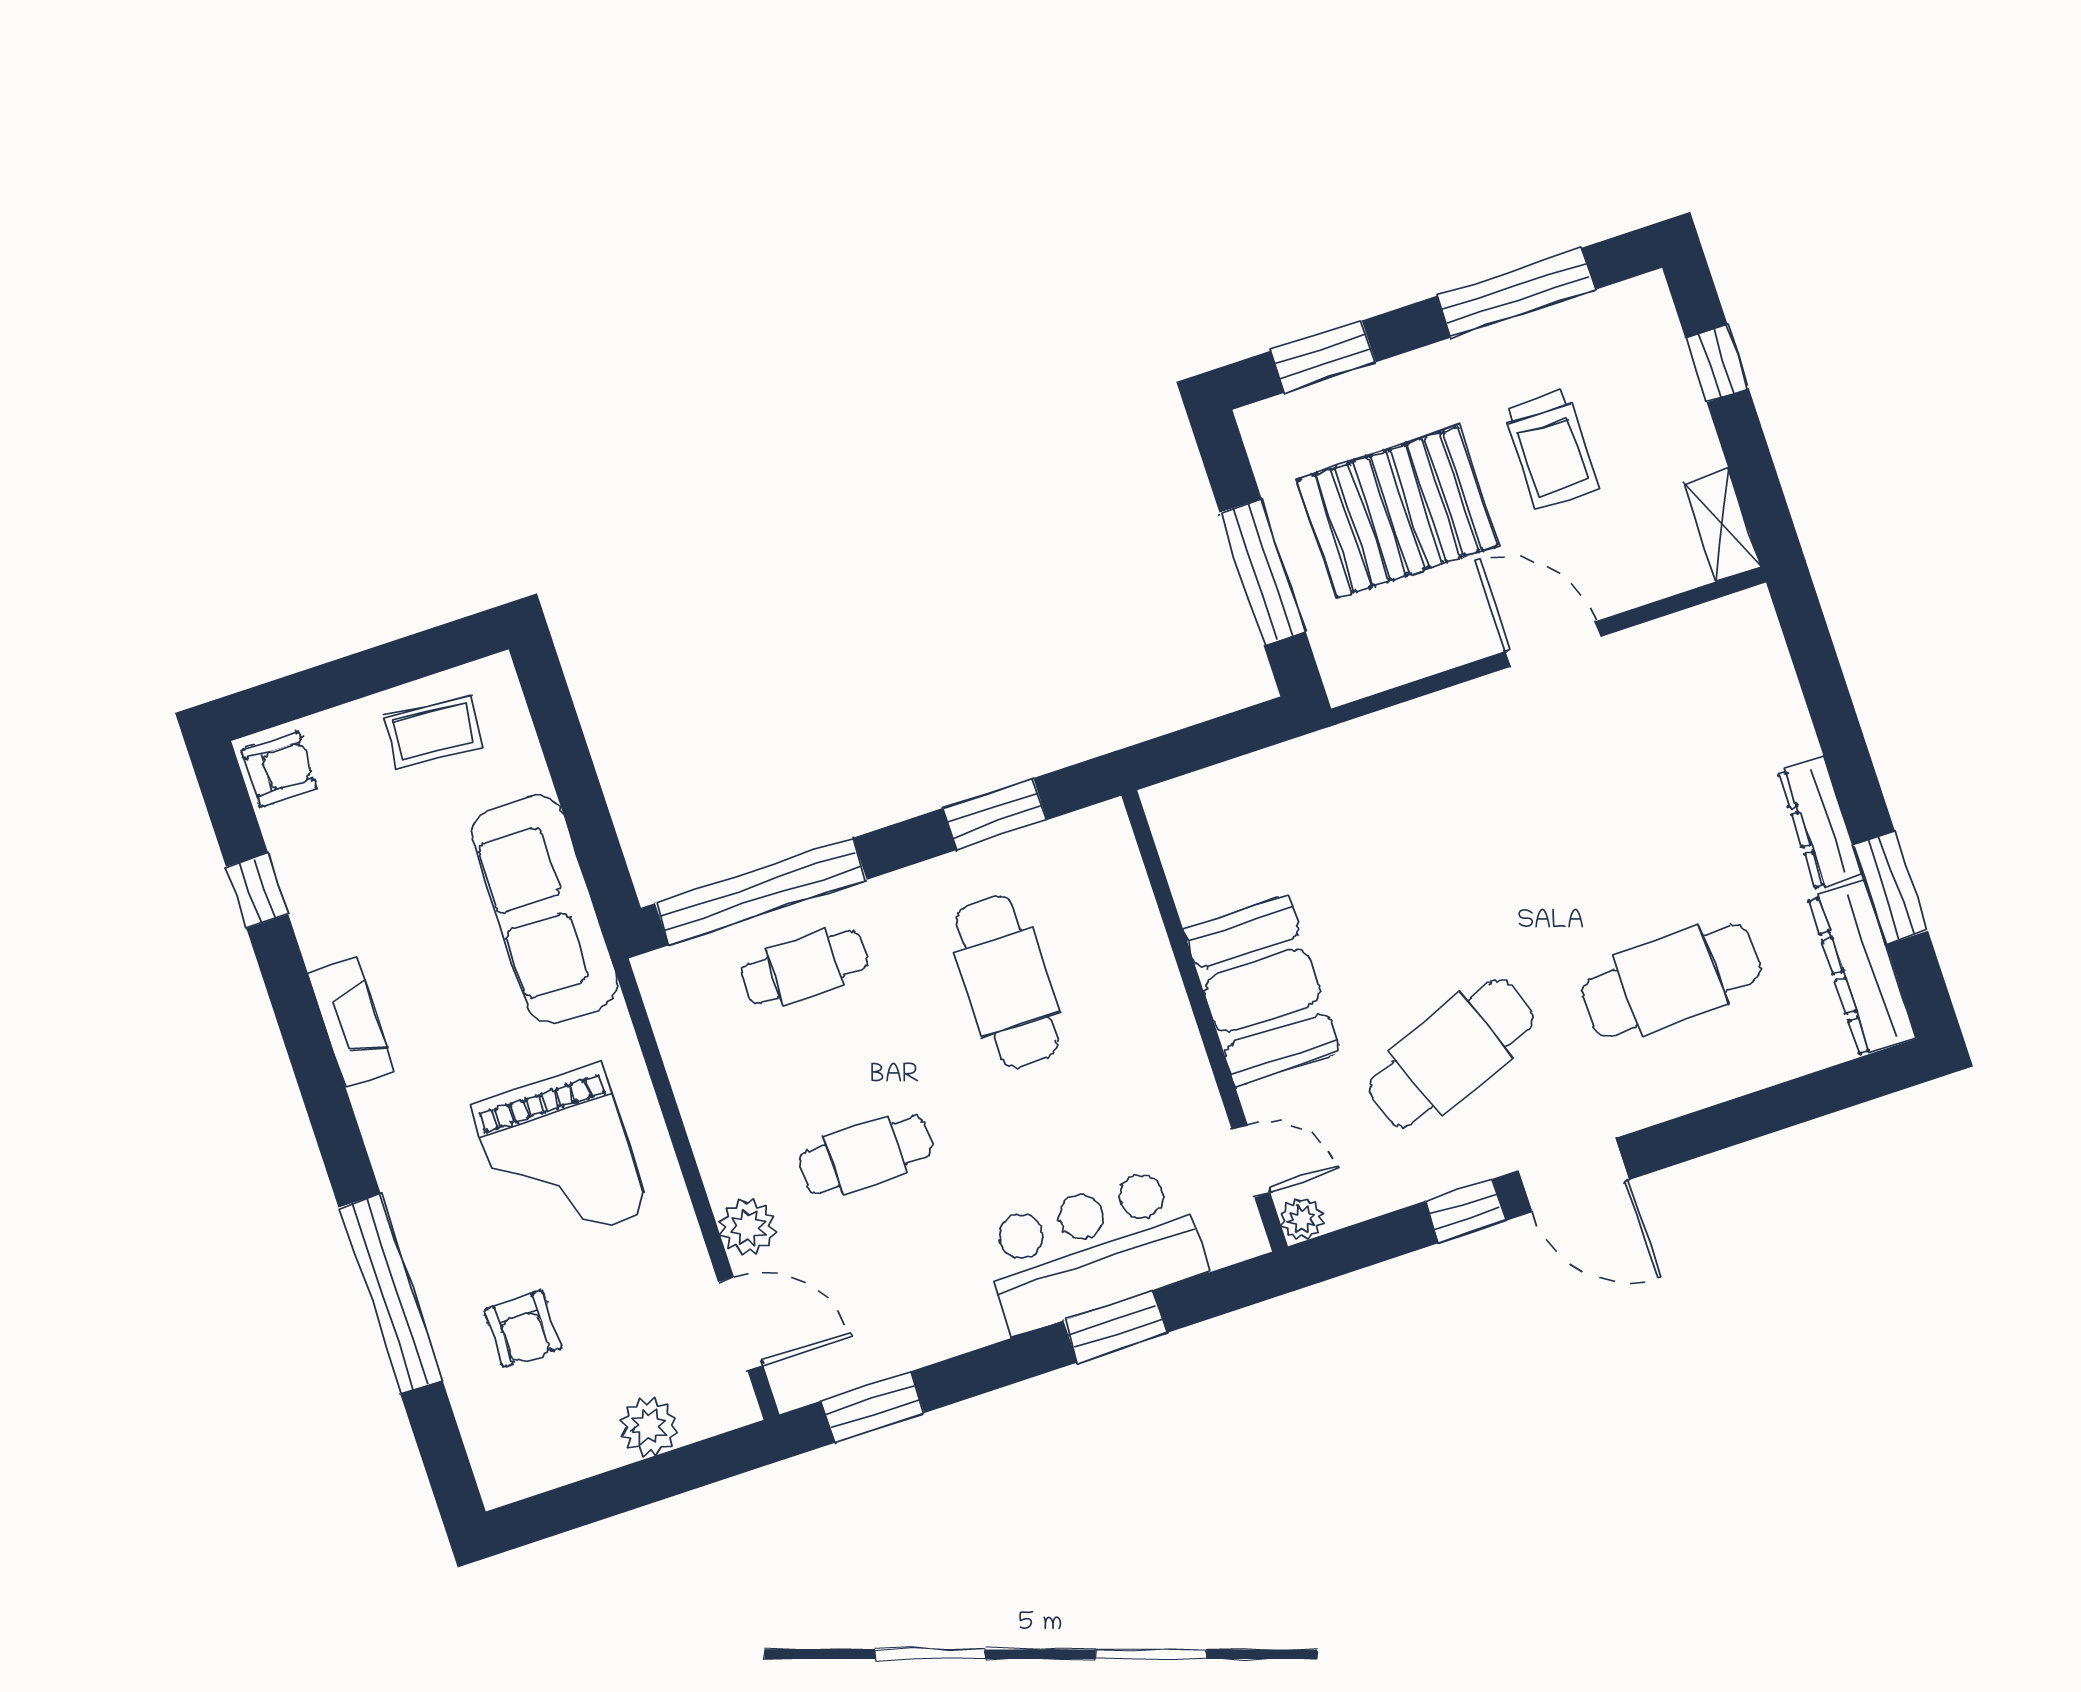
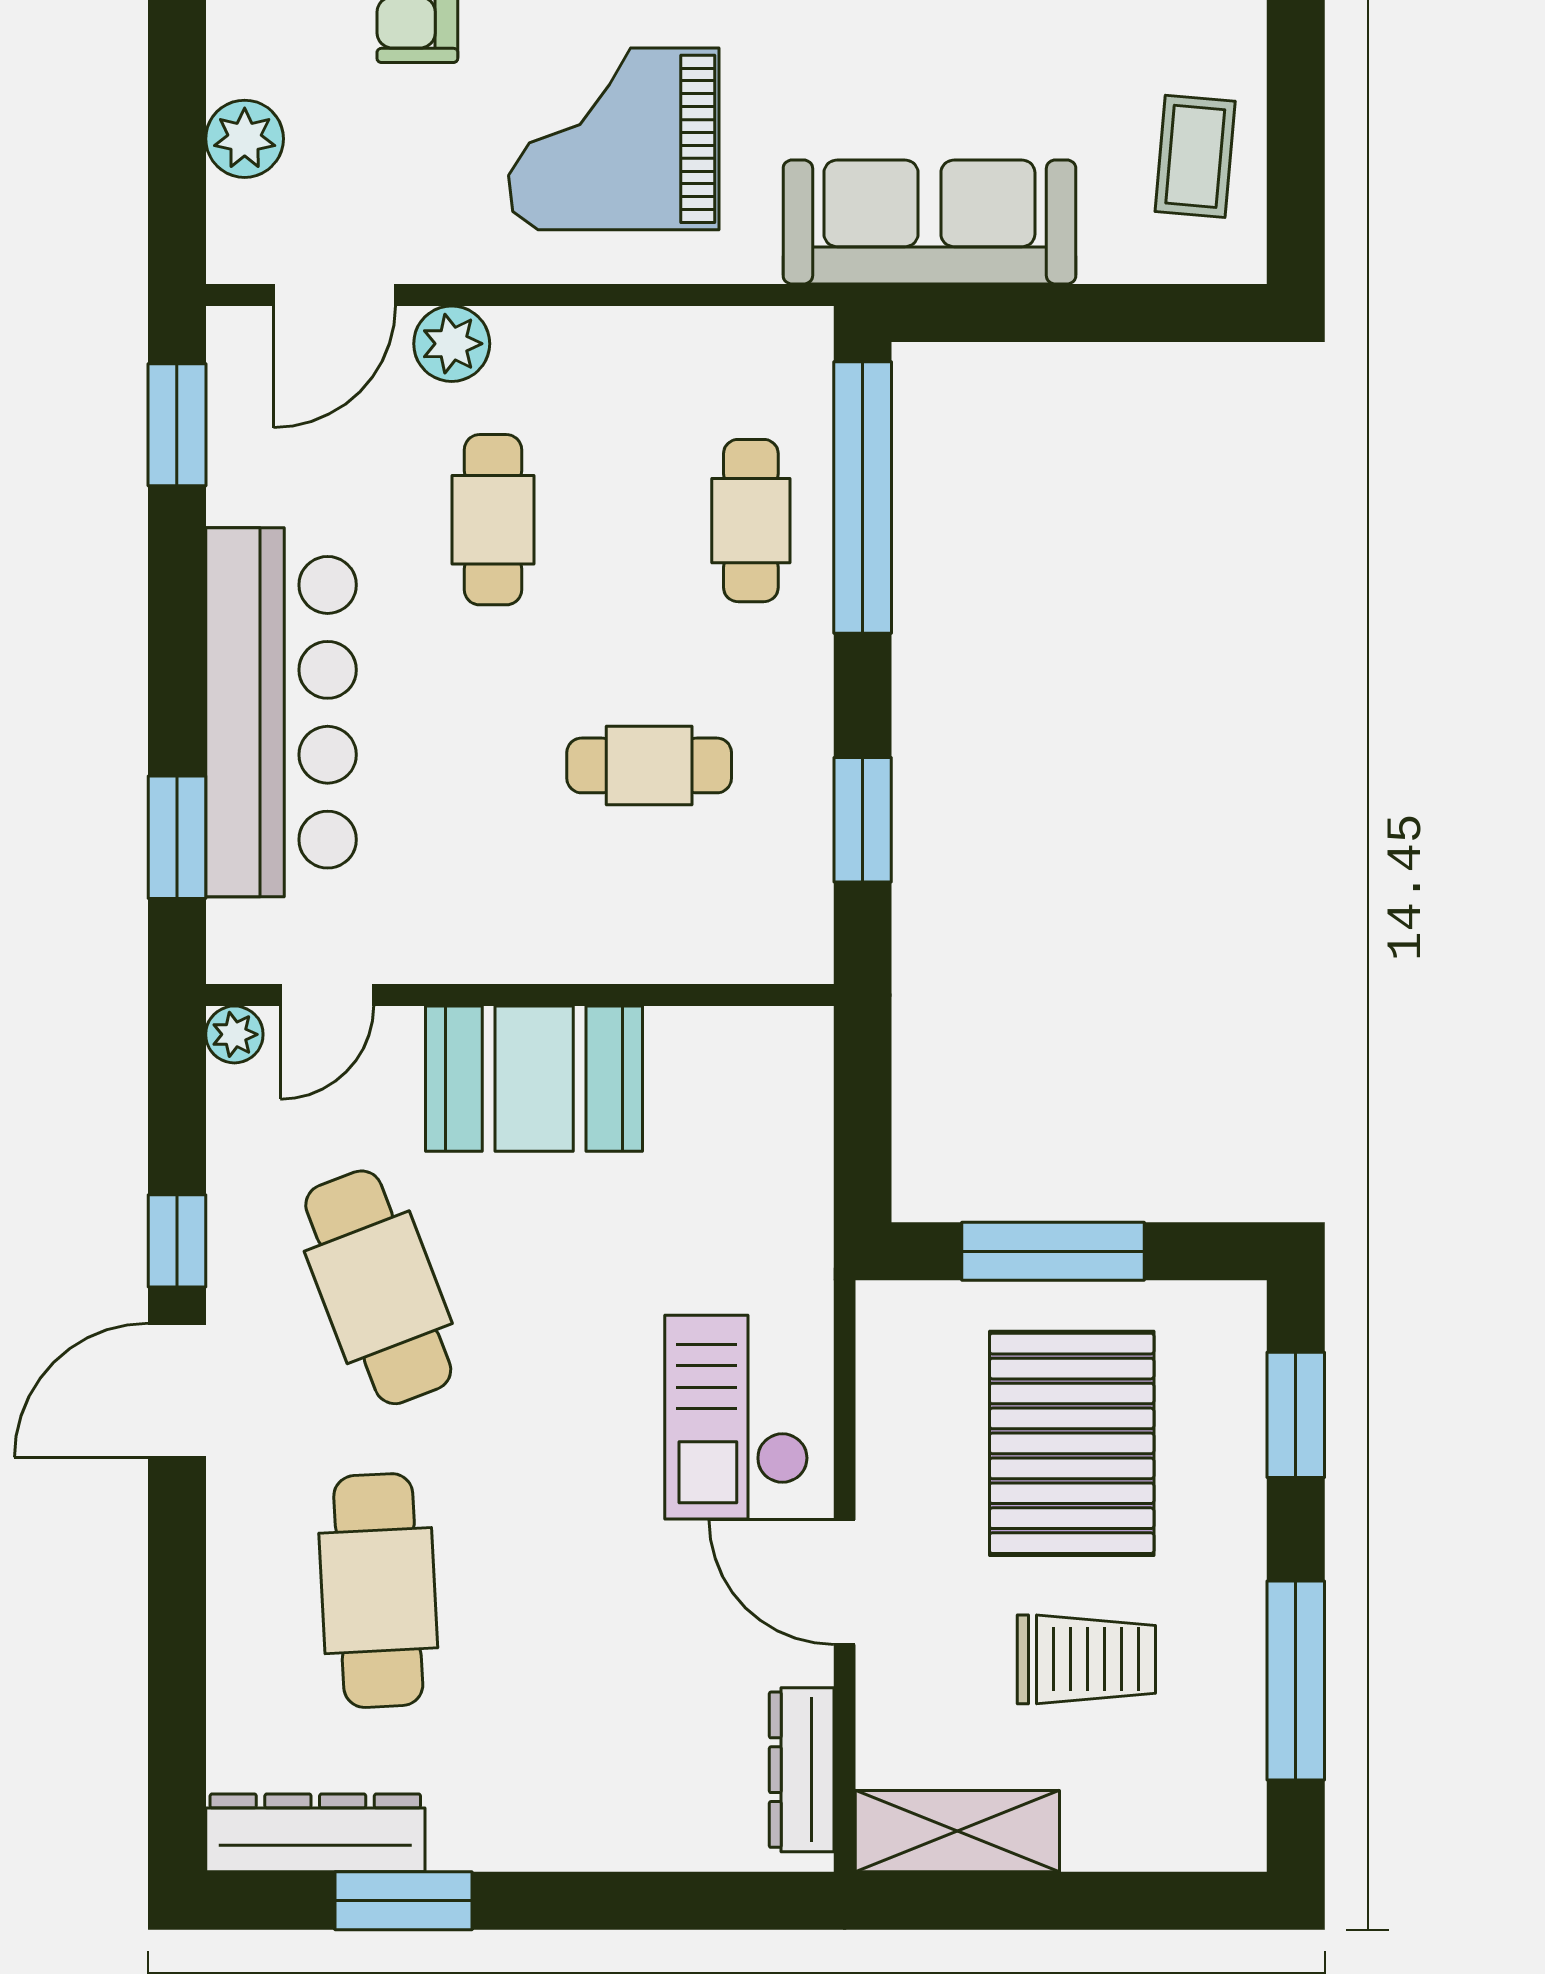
window: (1717, 363) -> (1126, 1901), removed
trolley: (1551, 450) -> (1086, 1659), turned 180
shelving: (1722, 524) -> (957, 1831), width x1.50, depth x1.33
door: (1553, 644) -> (845, 1582), swing flipped
checkout: (1459, 762) -> (737, 1417), added
dresser: (1820, 823) -> (802, 1770), moved, turned -90
cafe table: (1007, 982) -> (649, 765), width x0.73, depth x0.74
bar counter: (1092, 1250) -> (281, 712), width x1.36
window: (1115, 1327) -> (177, 837), moved

